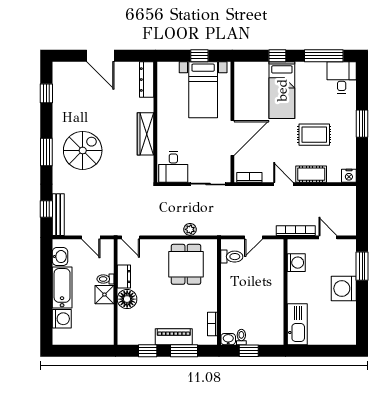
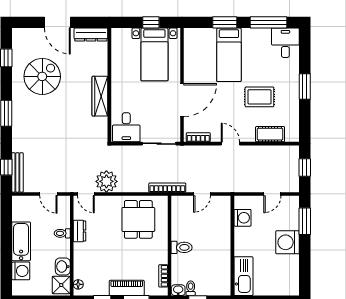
window: (277, 56) -> (225, 22), width x1.50
dresser: (147, 80) -> (91, 35), moved, turned -90
spiral stairs: (83, 150) -> (42, 76), moved
cot: (311, 174) -> (270, 134), moved
nightstand: (349, 176) -> (292, 136), removed
window: (362, 209) -> (305, 167), added
plant: (190, 229) -> (106, 181), moved, width x1.88, depth x1.88
bookcase: (296, 231) -> (167, 188), moved
door: (328, 237) -> (272, 194), swing flipped
washbasin: (60, 257) -> (63, 267), moved, turned 180
toilet: (232, 257) -> (182, 247), moved
shower: (104, 295) -> (61, 285), moved
floor lamp: (127, 299) -> (78, 284), moved, width x0.53, depth x0.53

